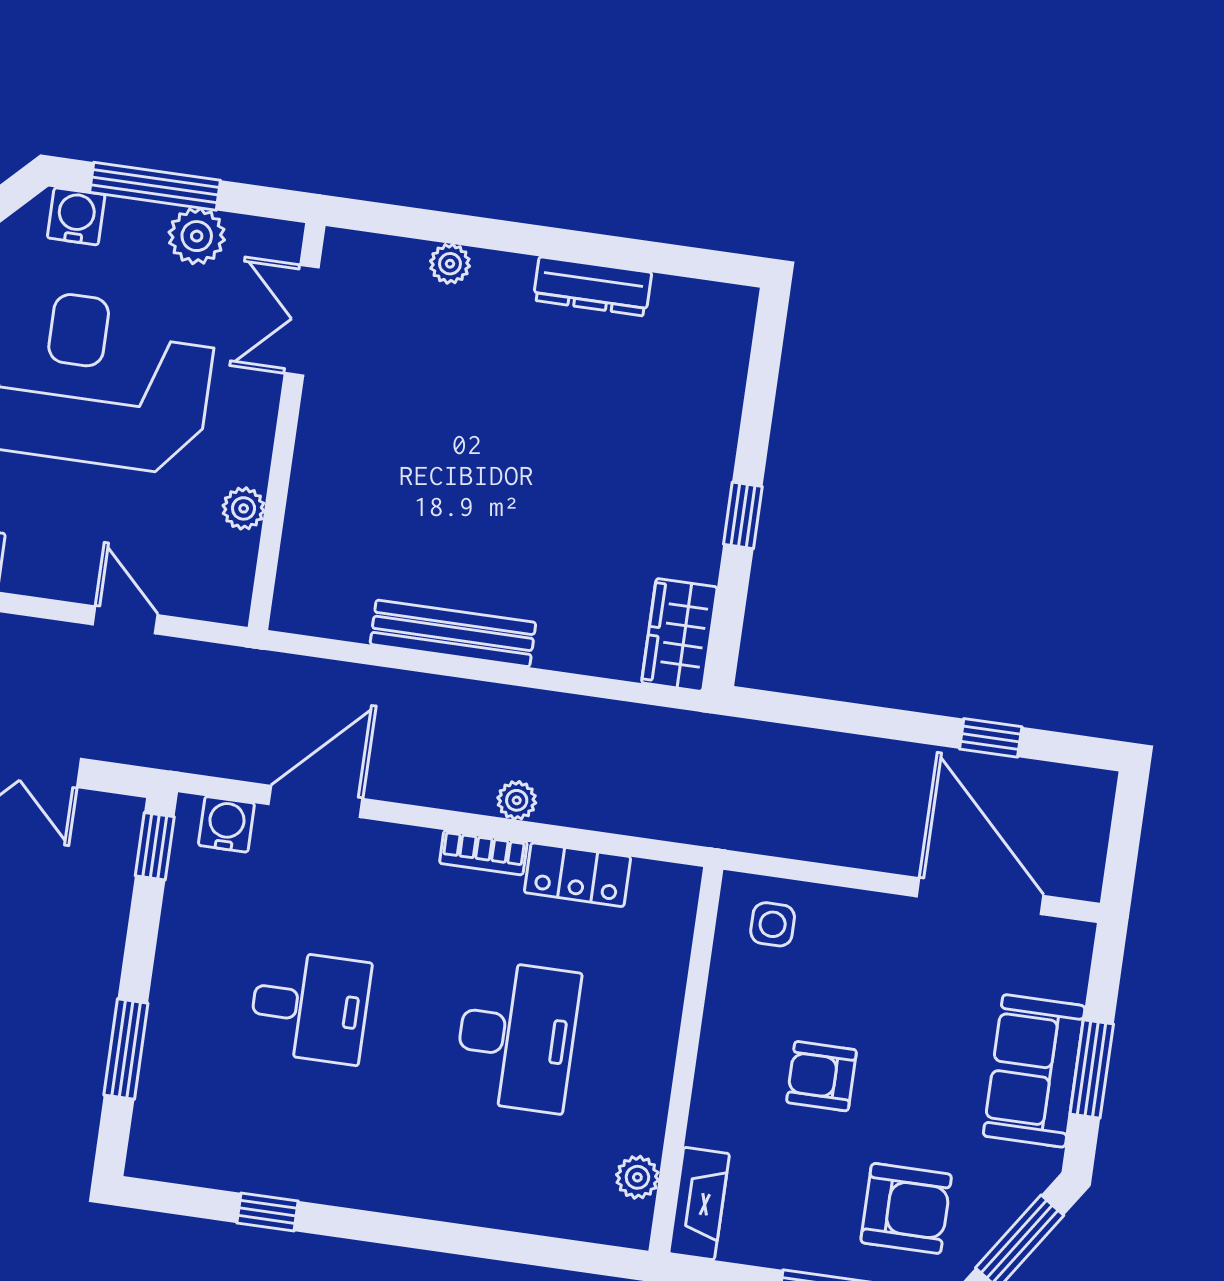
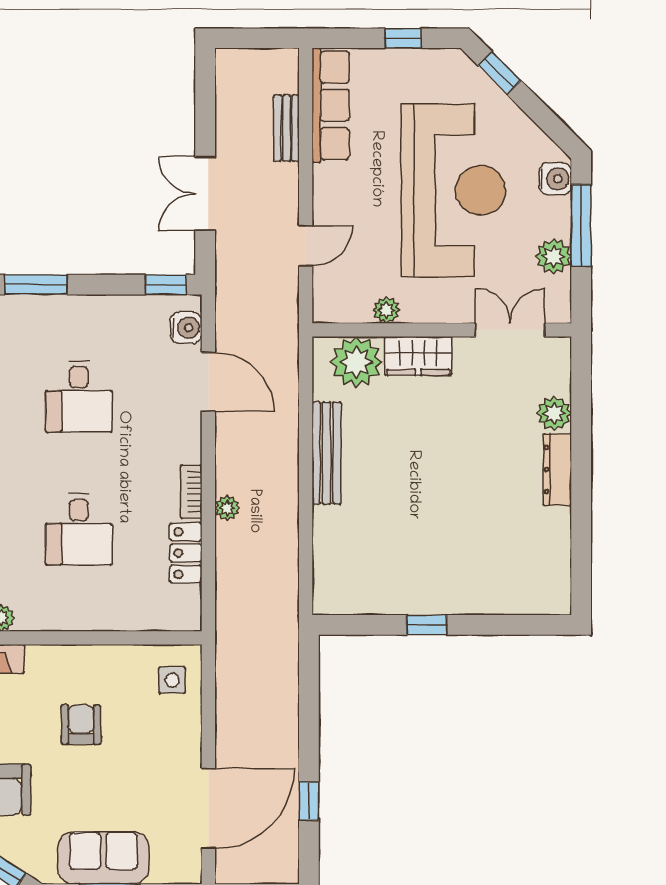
plant: (450, 264) -> (554, 413), width x1.38, depth x1.38
dresser: (592, 286) -> (557, 469), moved
plant: (318, 567) -> (356, 362), added
wardrobe: (679, 635) -> (418, 356), moved, turned 180
desk: (517, 1036) -> (79, 529), width x0.73

